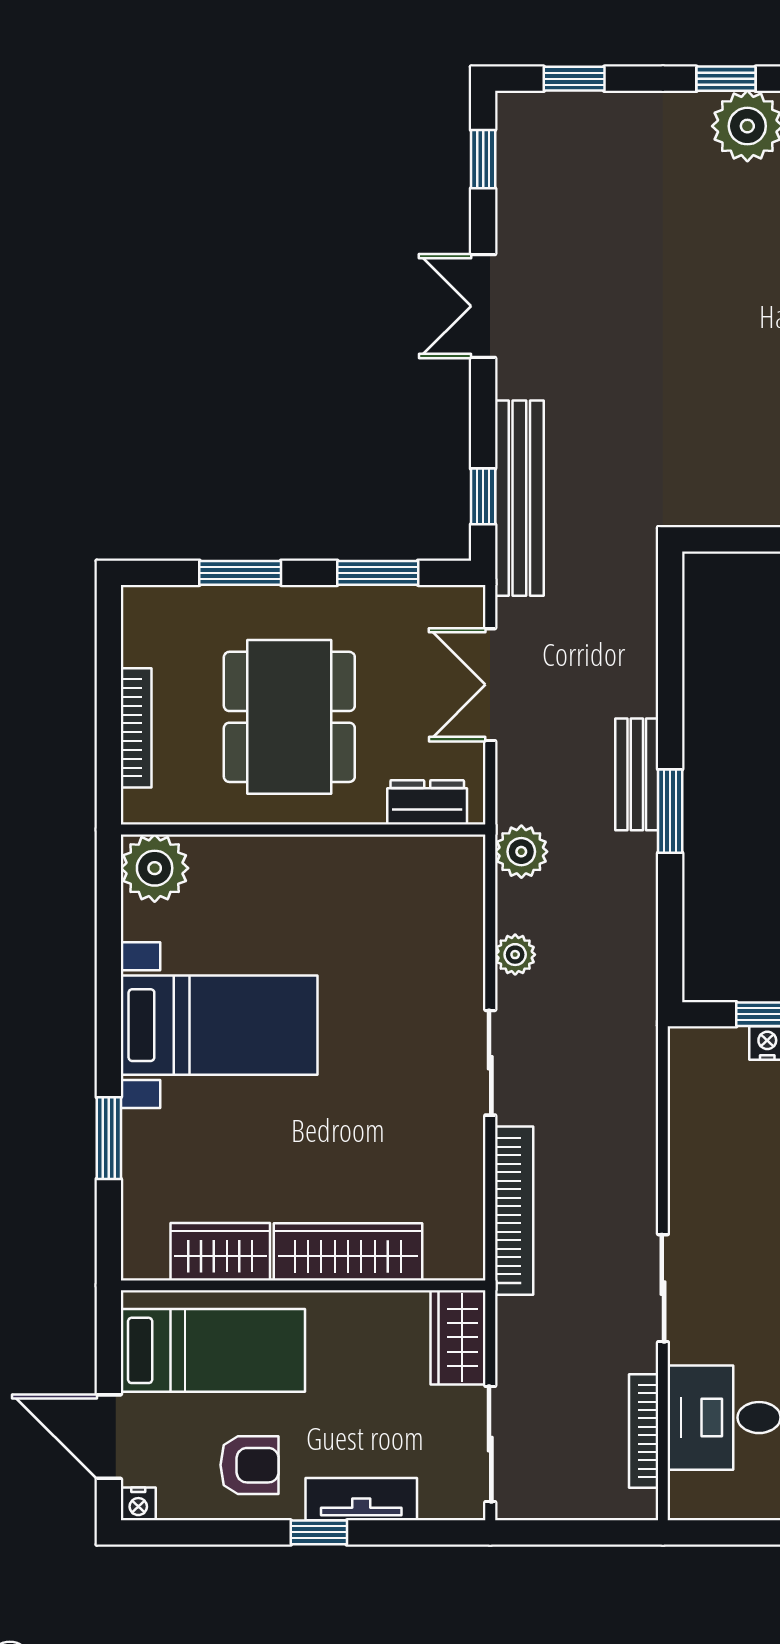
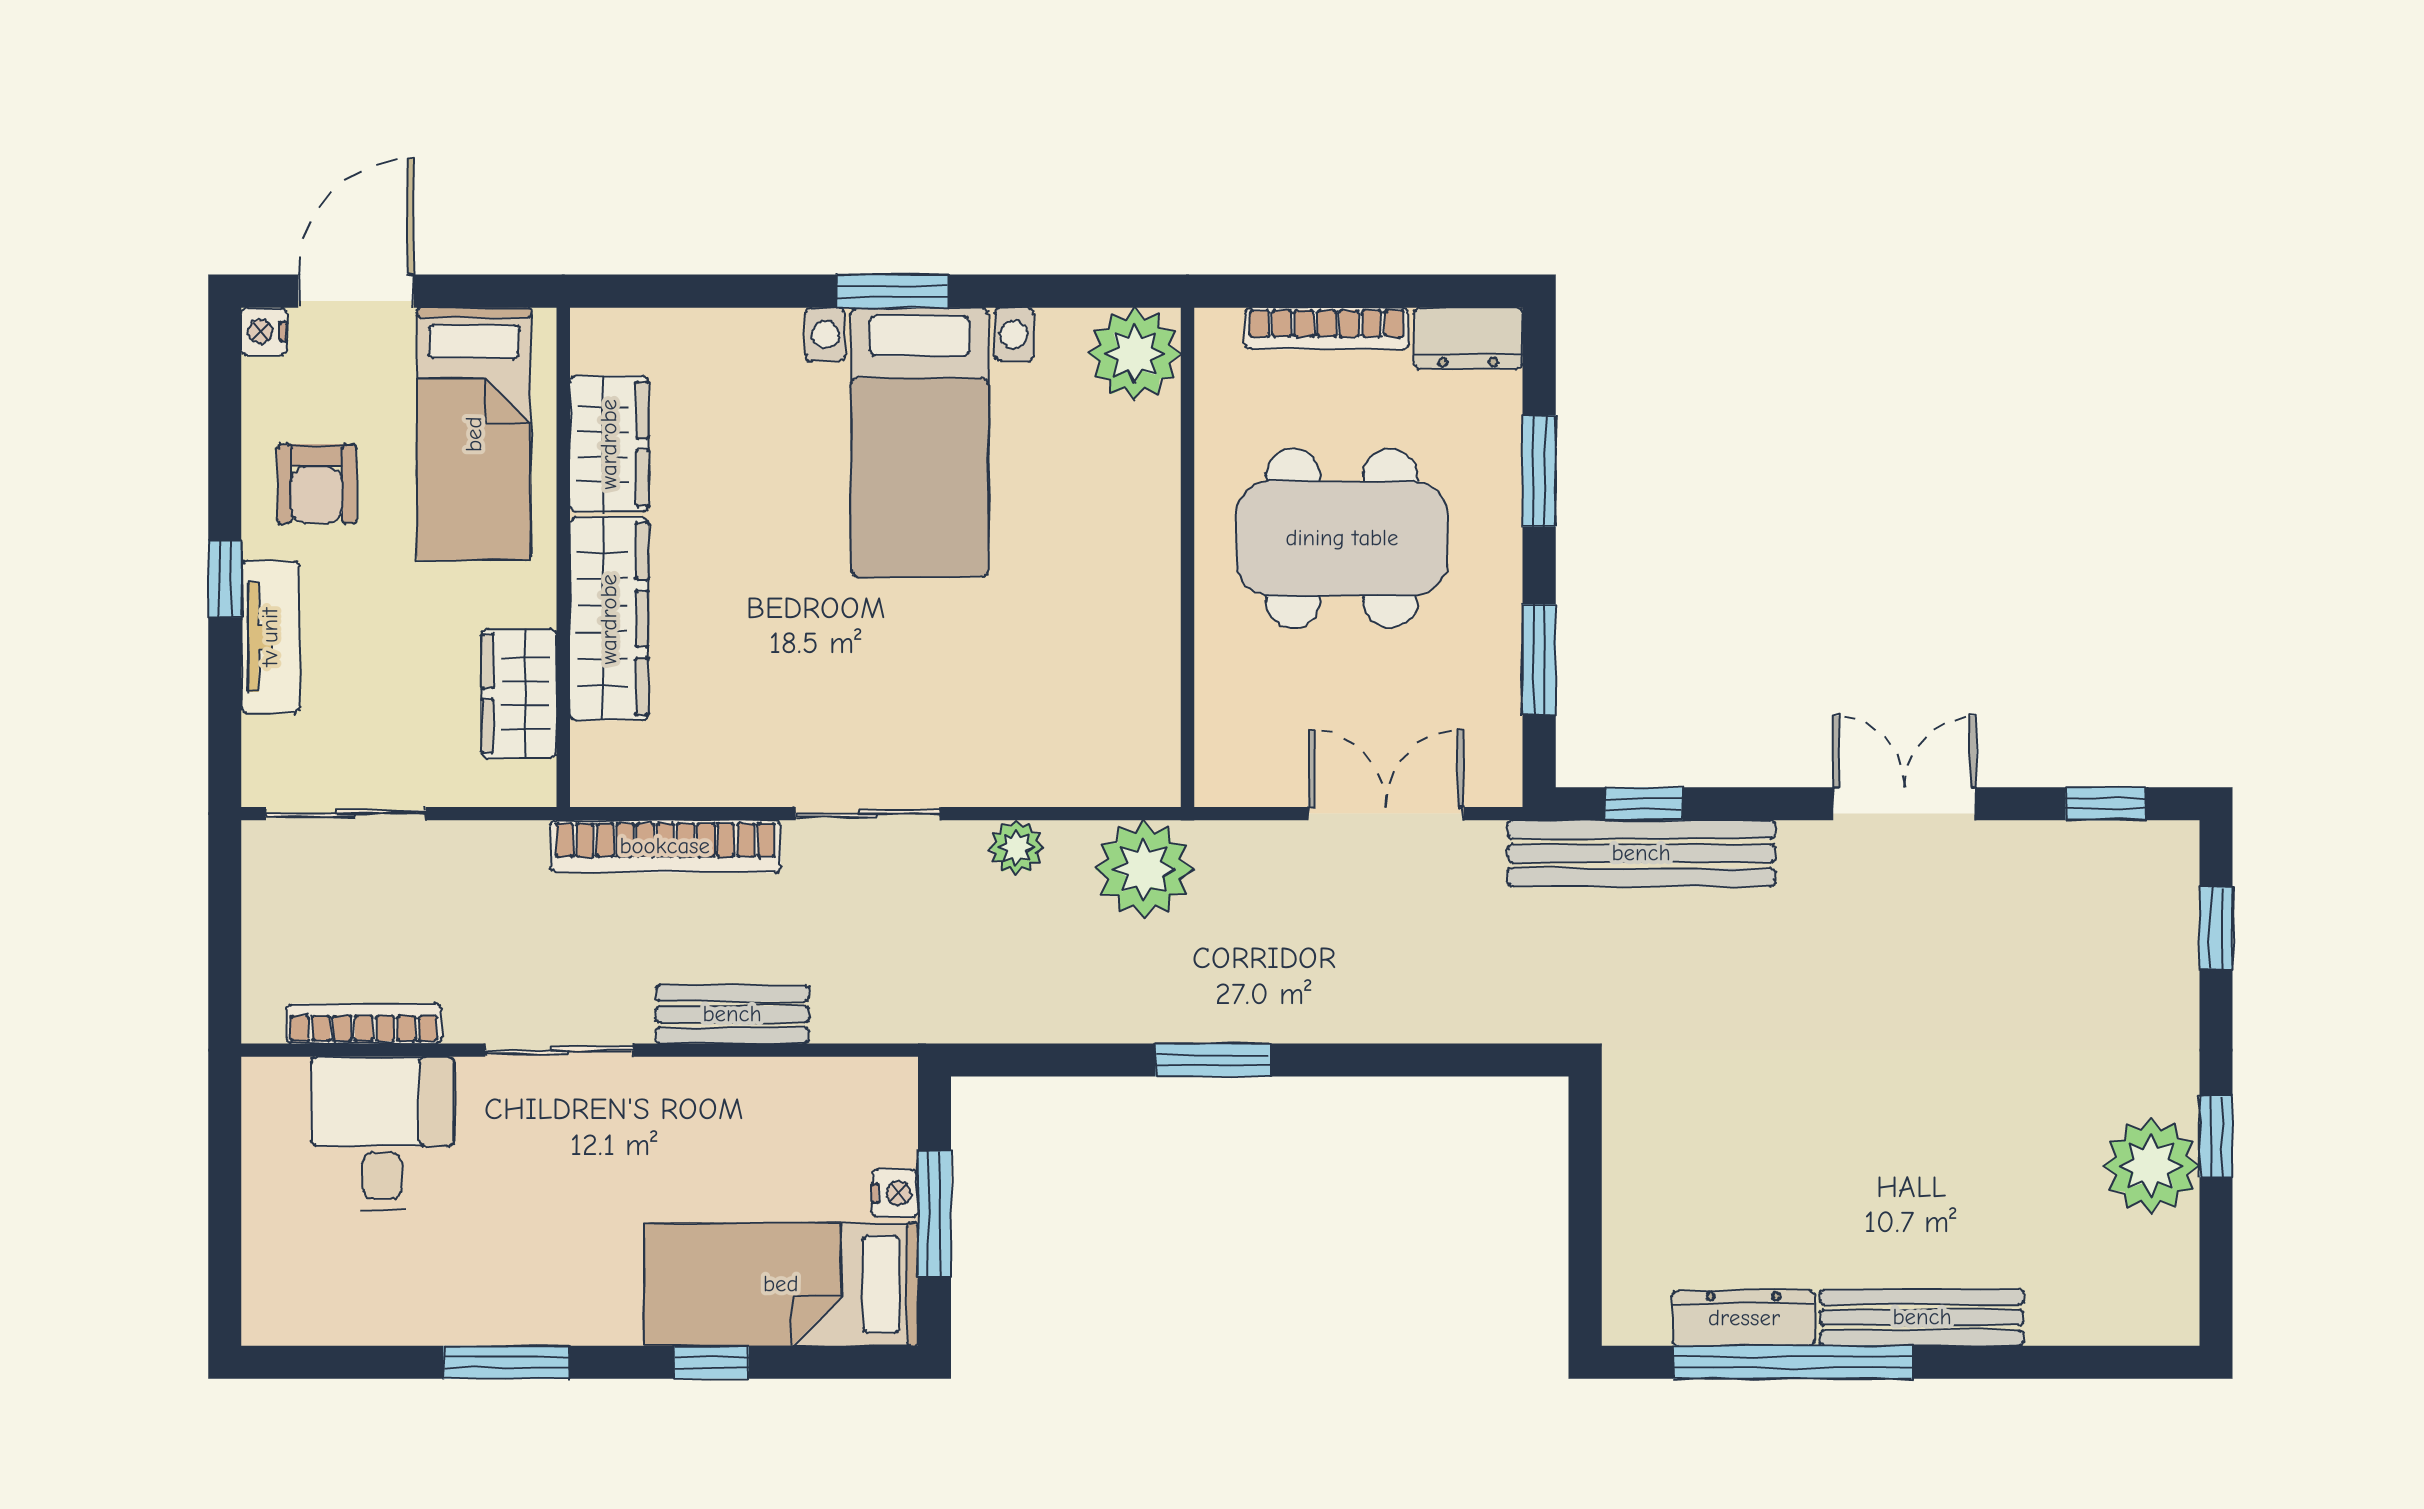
bench: (637, 774) -> (732, 1014), moved
dresser: (427, 802) -> (1468, 338), moved, turned 90
plant: (521, 852) -> (1144, 869), width x1.36, depth x1.36
window: (109, 1138) -> (892, 291), moved
wardrobe: (458, 1337) -> (519, 693), moved, turned -90

